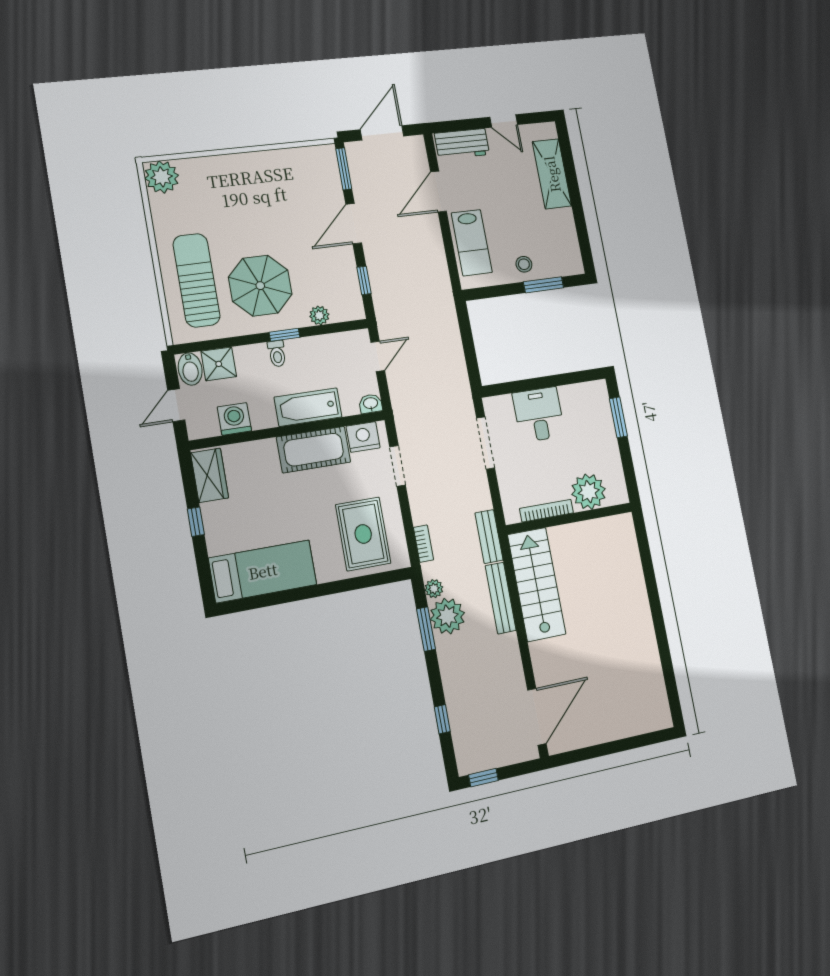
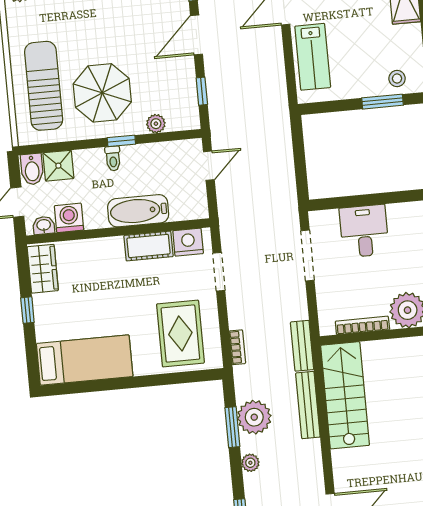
stool: (524, 264) -> (397, 78), moved
washbasin: (371, 404) -> (44, 225), moved
cot: (314, 450) -> (149, 246), width x0.73, depth x0.75
plant: (434, 589) -> (250, 463), moved

